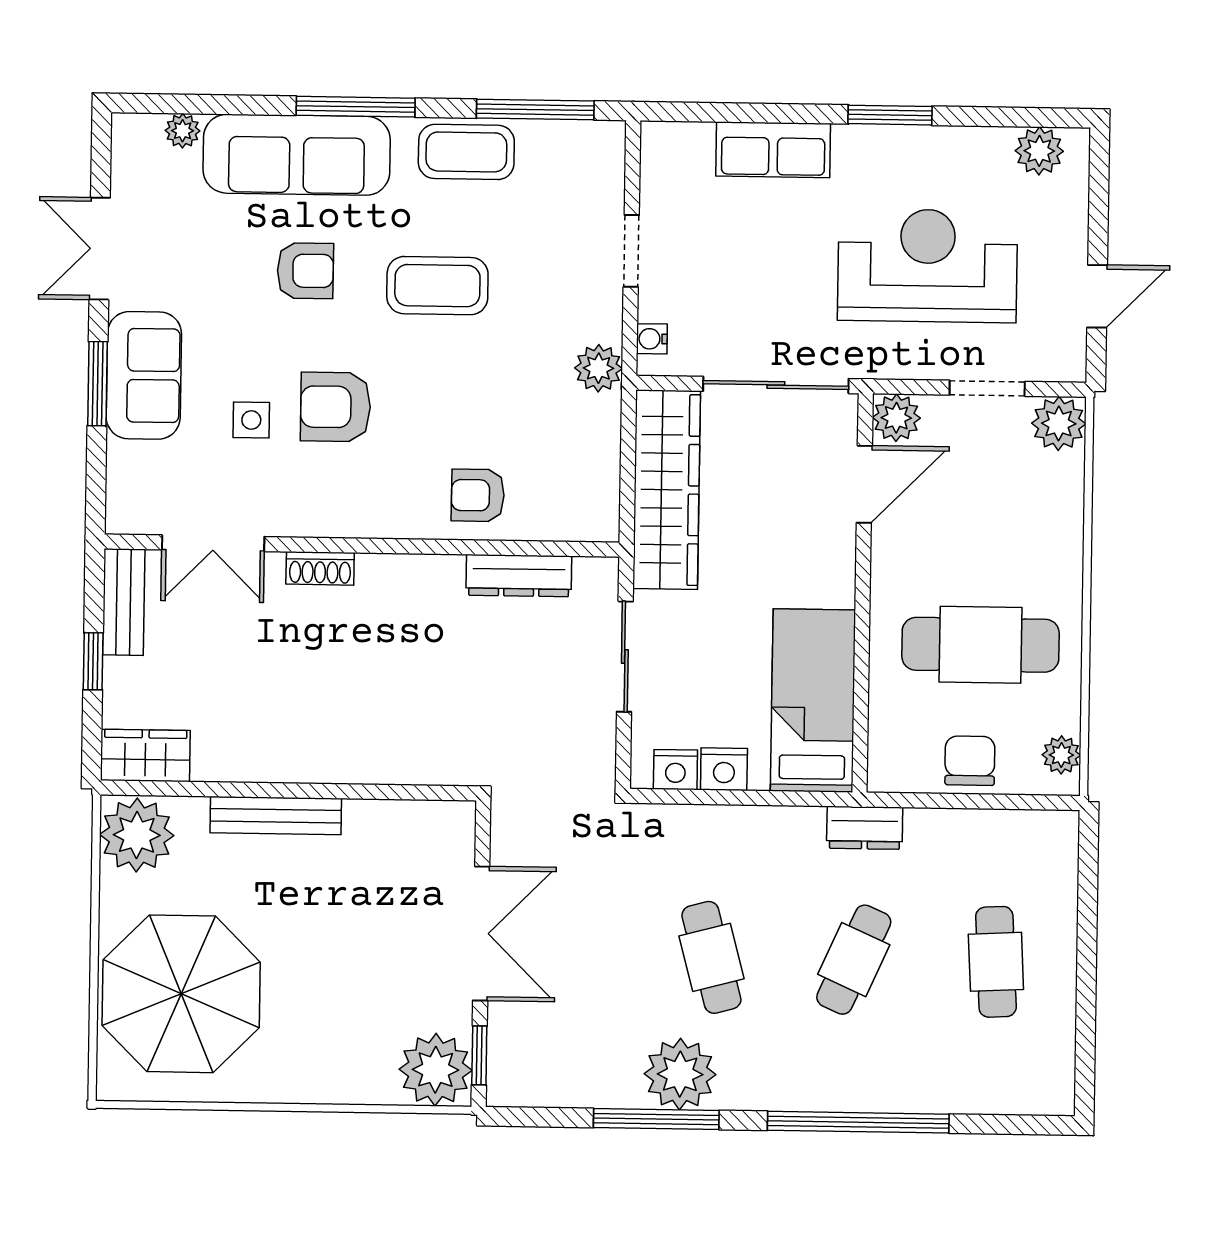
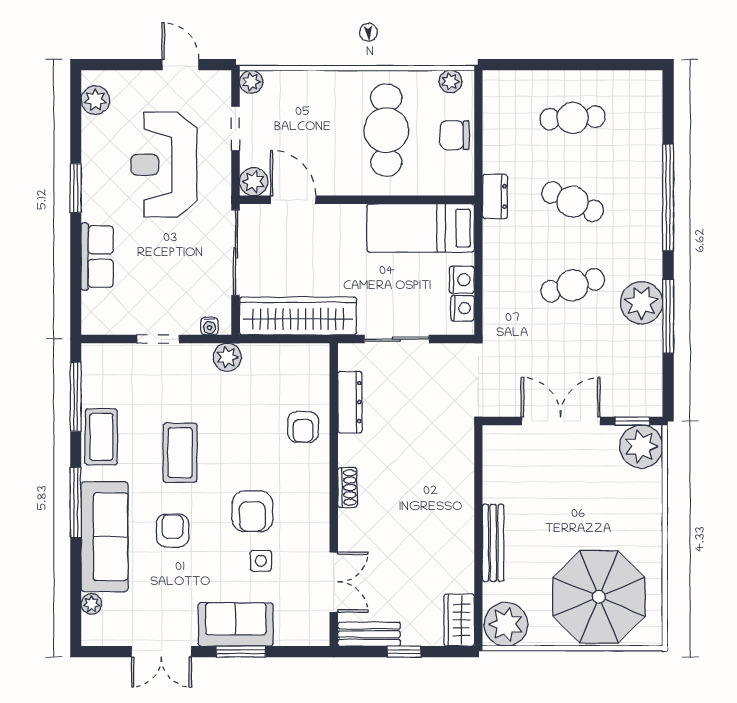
plant: (1059, 424) -> (251, 82), width x0.73, depth x0.73
shoe rack: (320, 568) -> (347, 487), moved

